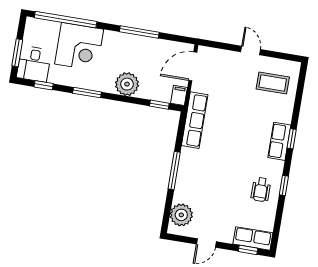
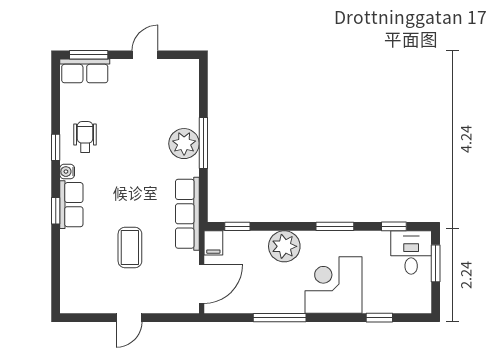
window: (66, 20) -> (379, 318), width x0.32
corner desk: (79, 47) -> (334, 285), moved
door: (251, 51) -> (129, 318), hinge flipped
coffee table: (273, 83) -> (130, 247), moved, turned 90
water cooler: (278, 166) -> (67, 172), added
plant: (181, 215) -> (184, 144), moved
window: (248, 250) -> (89, 55), width x1.50

